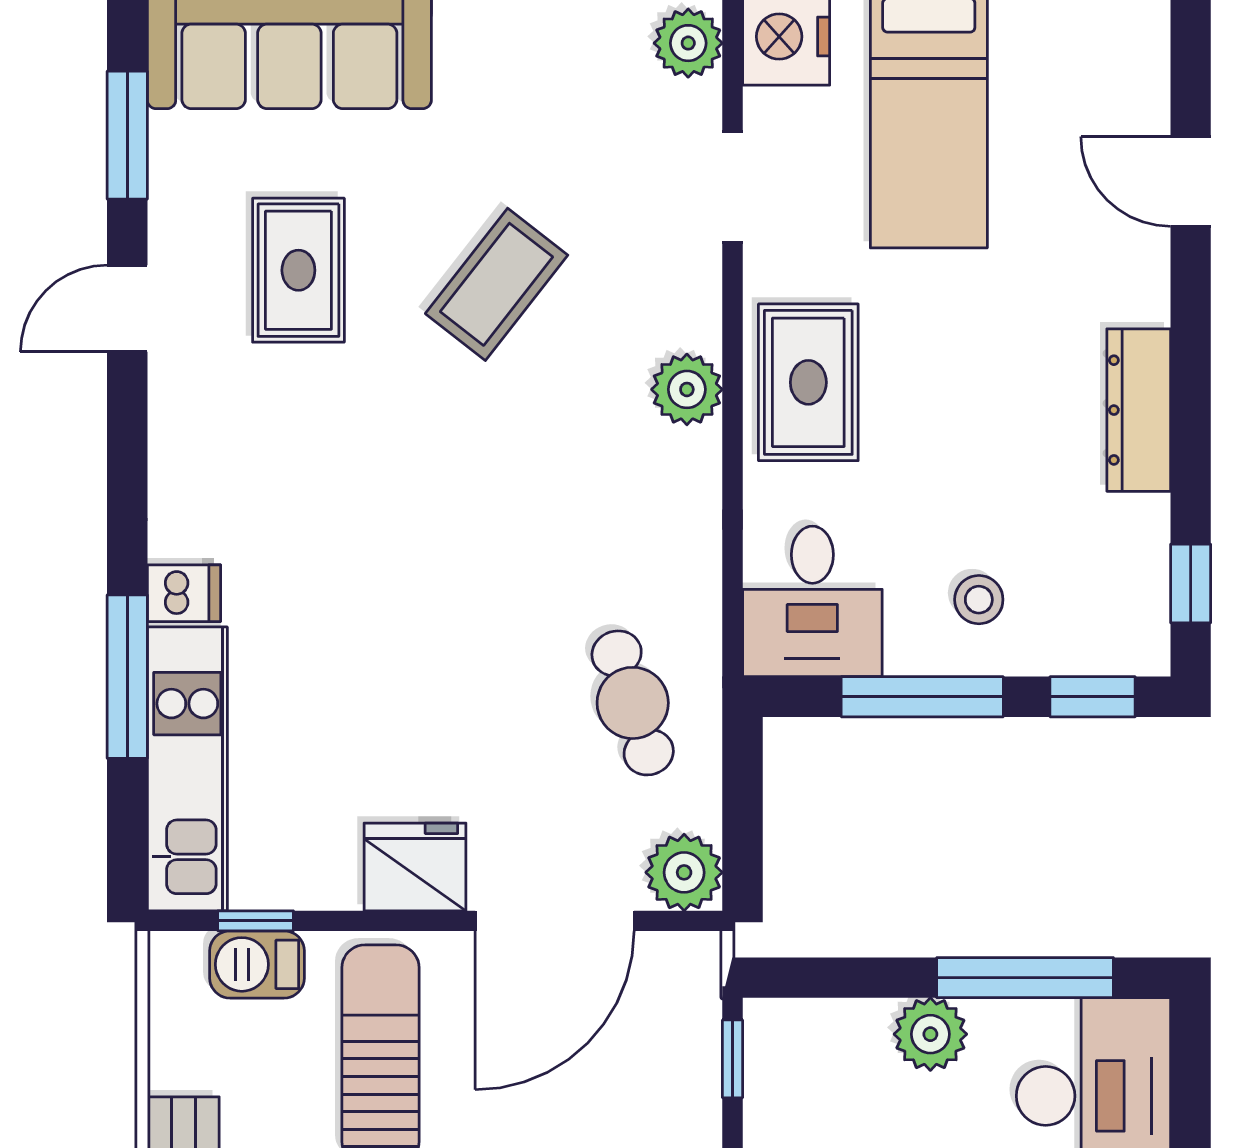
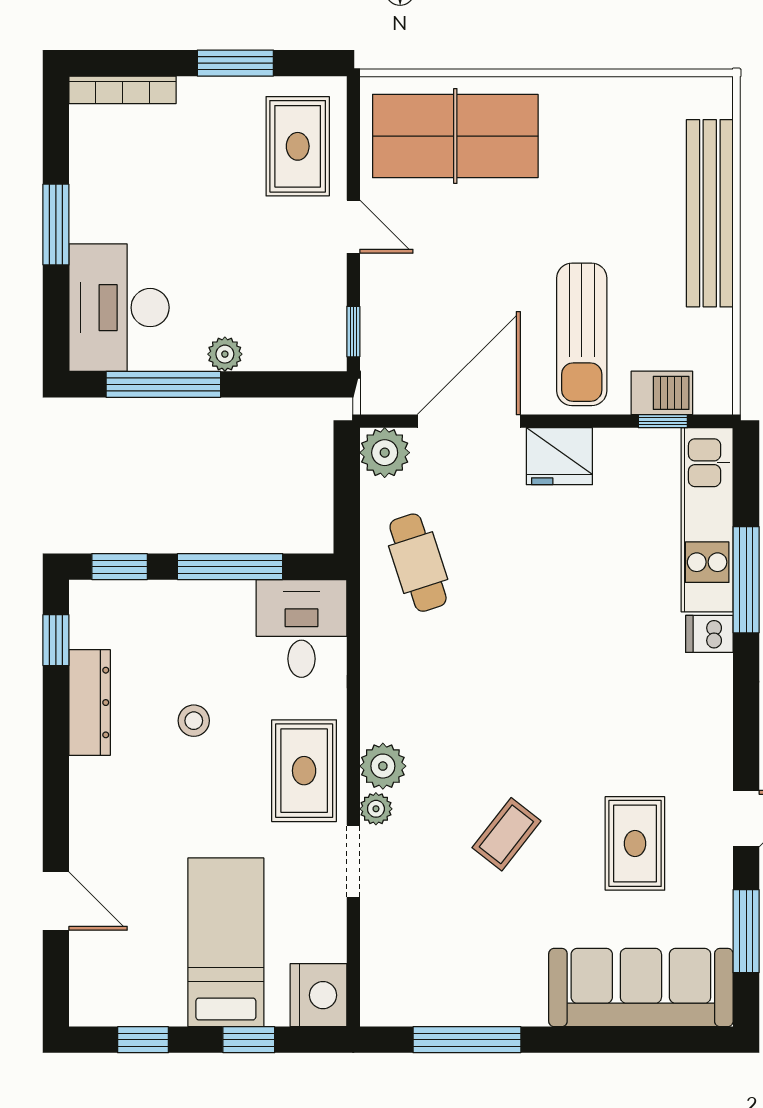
plant: (688, 43) -> (376, 809), moved, width x0.73, depth x0.73
doorway: (732, 187) -> (353, 861), moved
coffee table: (497, 284) -> (506, 834), width x0.73, depth x0.77
dresser: (1139, 410) -> (90, 703), moved
stool: (979, 600) -> (194, 721), moved
plant: (930, 1034) -> (225, 354), width x0.73, depth x0.73

